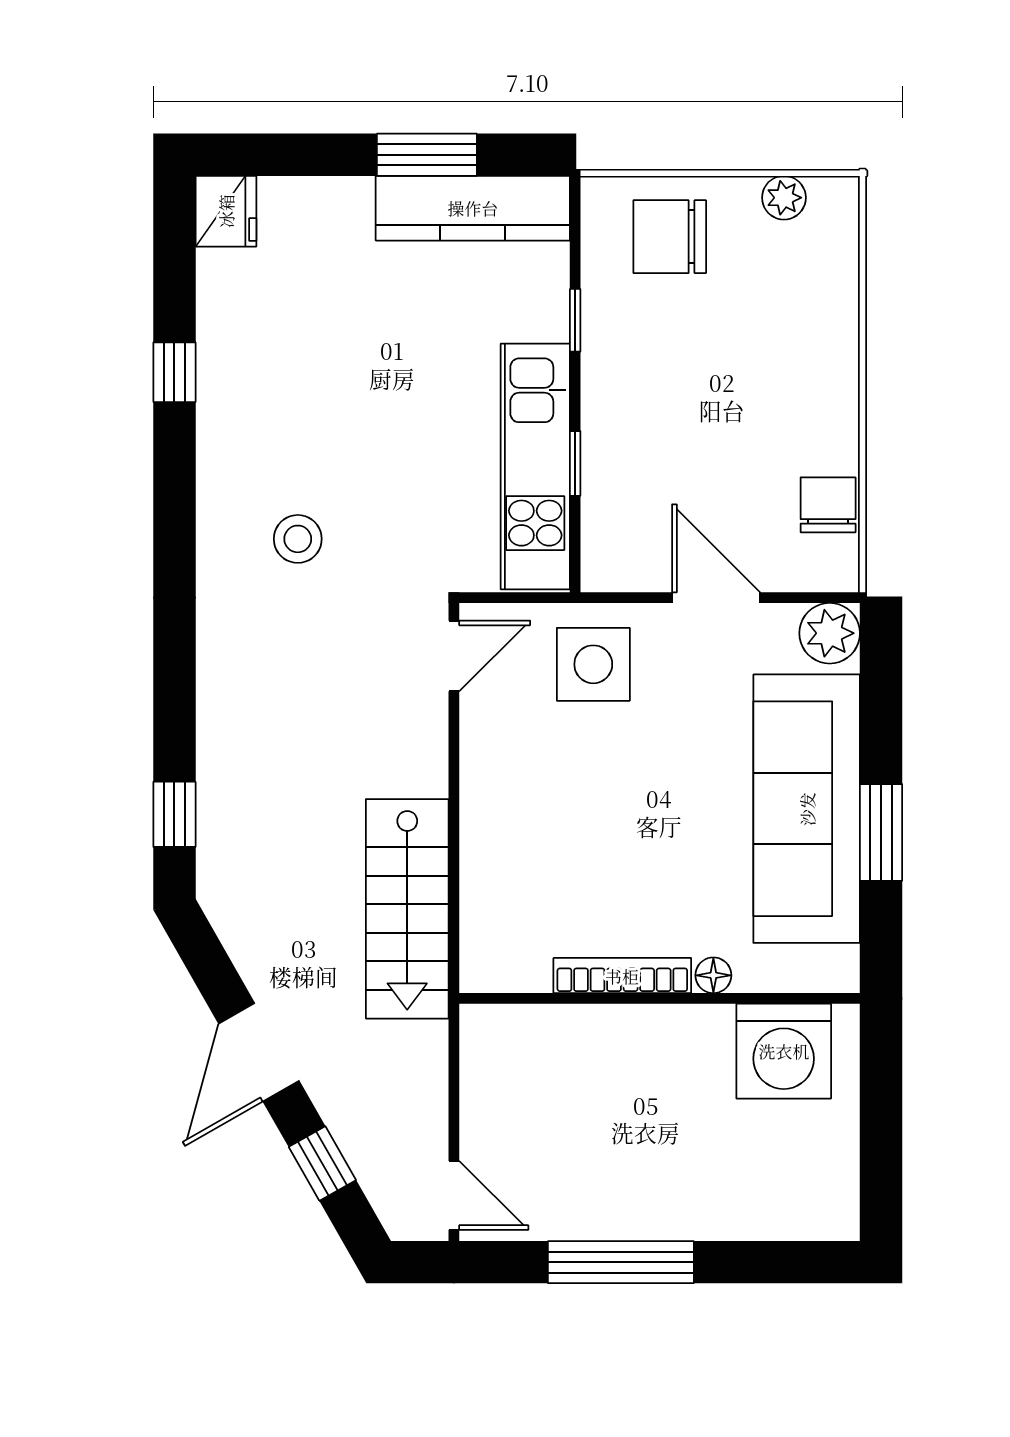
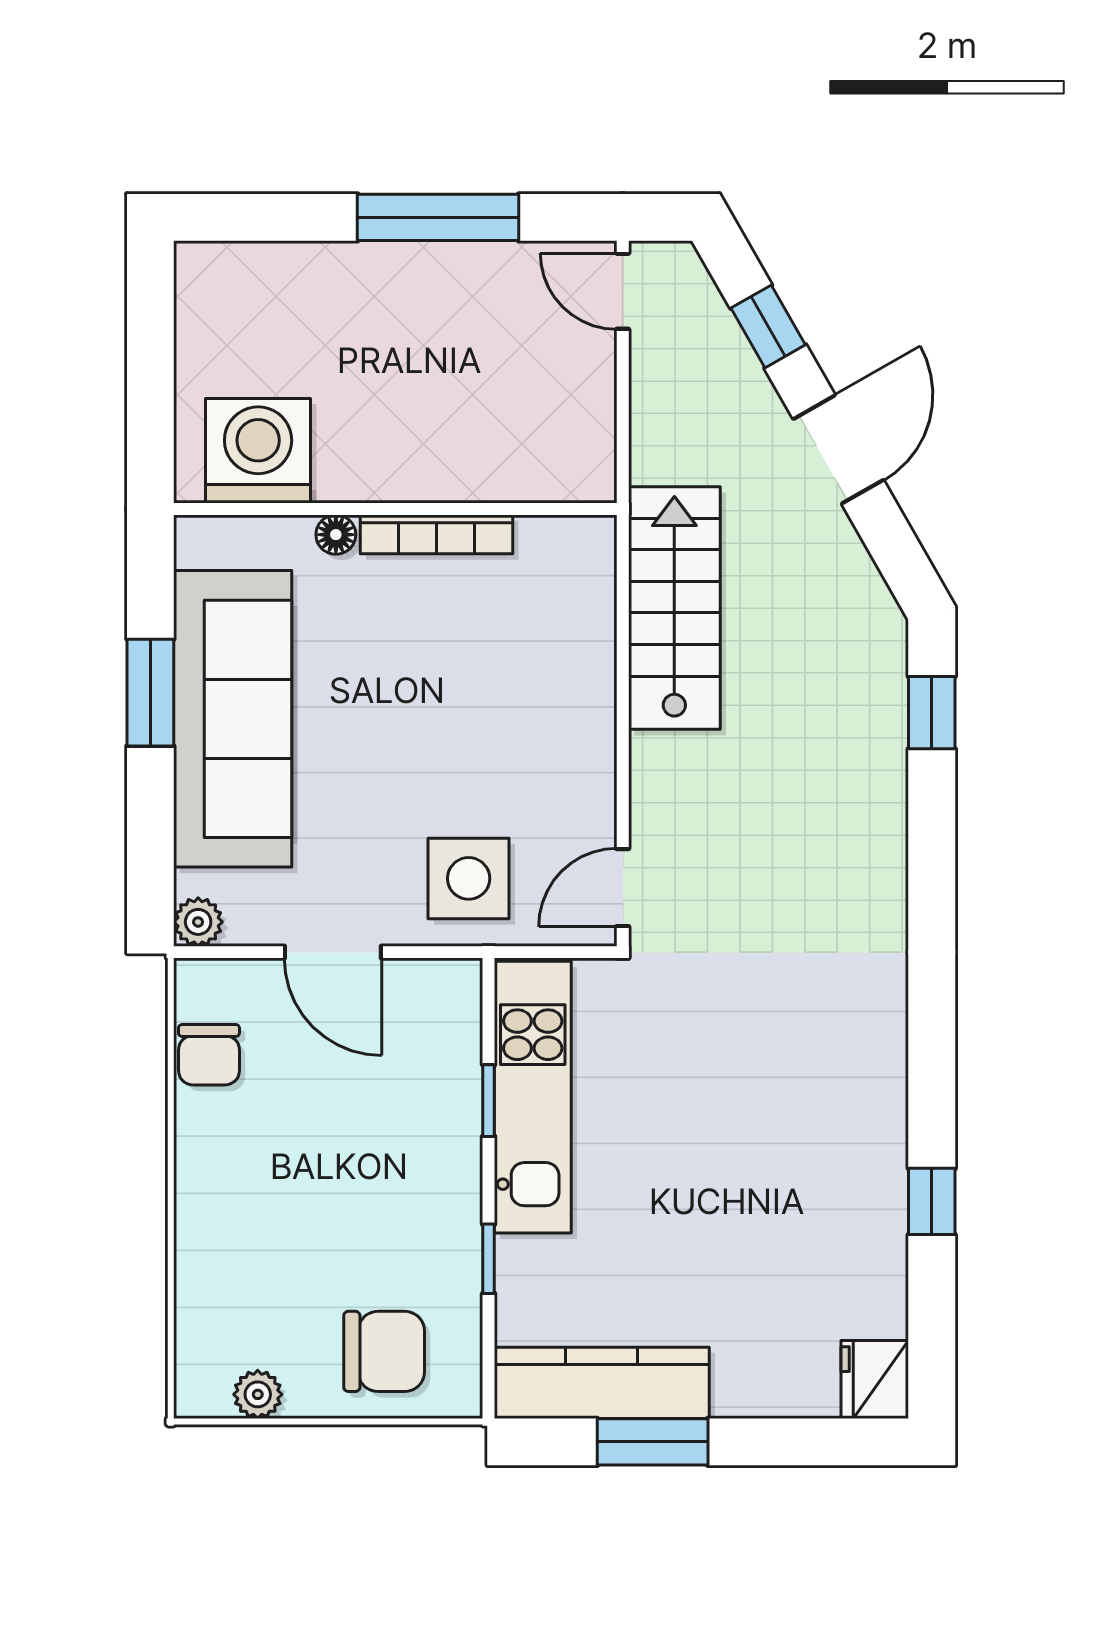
stool: (298, 539) -> (795, 1017), removed
plant: (830, 633) -> (198, 922), width x0.73, depth x0.73

